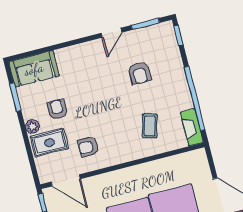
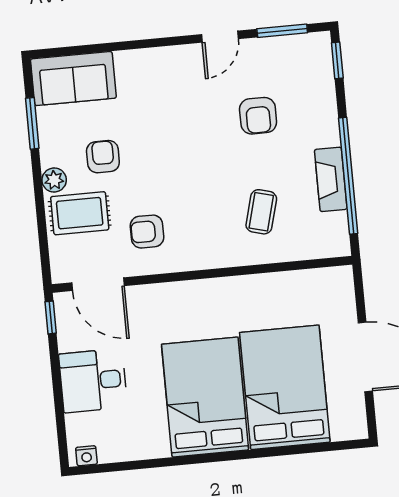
fireplace: (192, 127) -> (331, 179), moved

